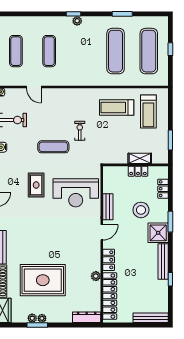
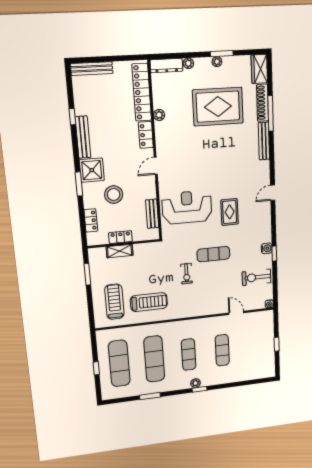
exercise mat: (16, 51) -> (189, 355), moved
bench: (108, 207) -> (152, 214), moved
plant: (32, 318) -> (188, 63), moved

